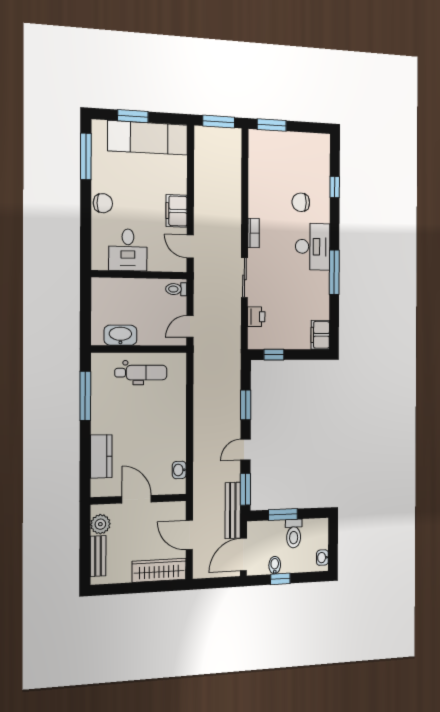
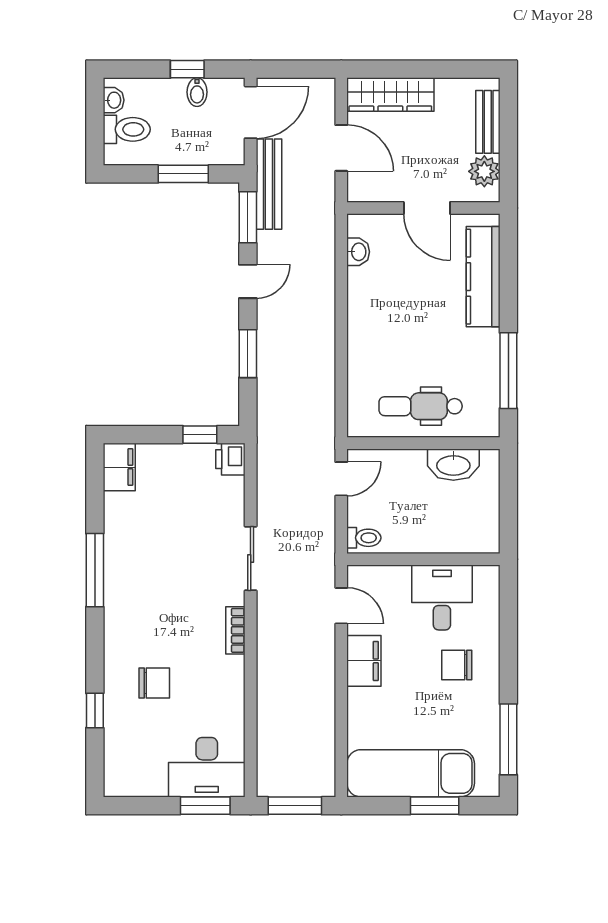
chair: (103, 203) -> (457, 665), moved
desk: (313, 247) -> (207, 767), moved, turned -90
printer: (256, 317) -> (230, 459), moved
kitchen counter: (101, 456) -> (483, 277), width x1.50
toilet: (294, 534) -> (127, 129), moved, turned 90

